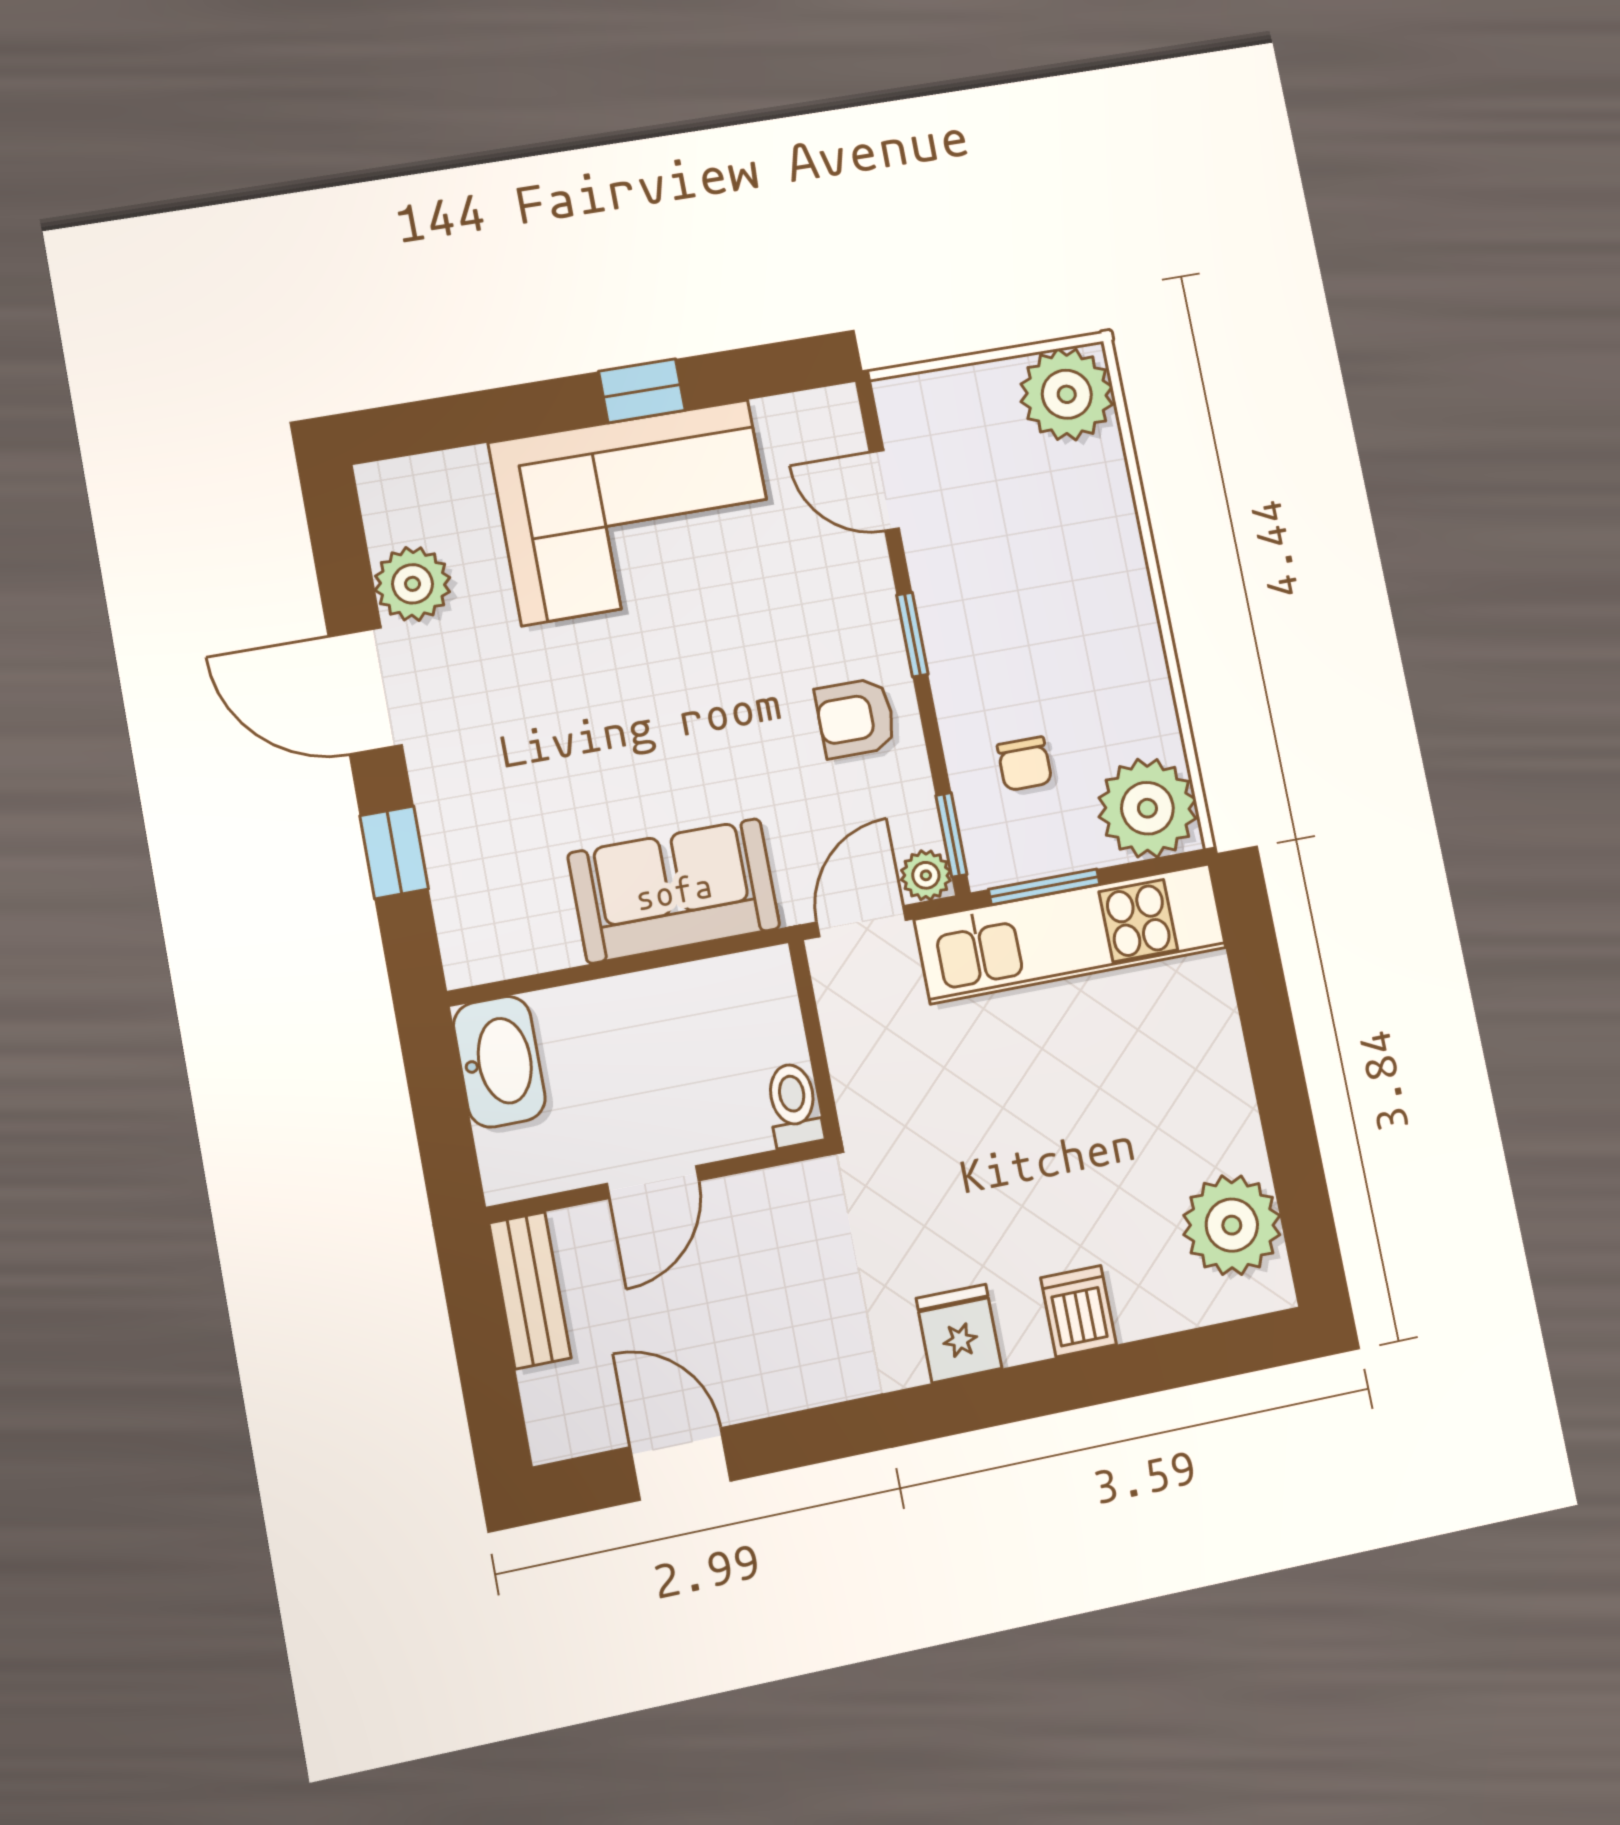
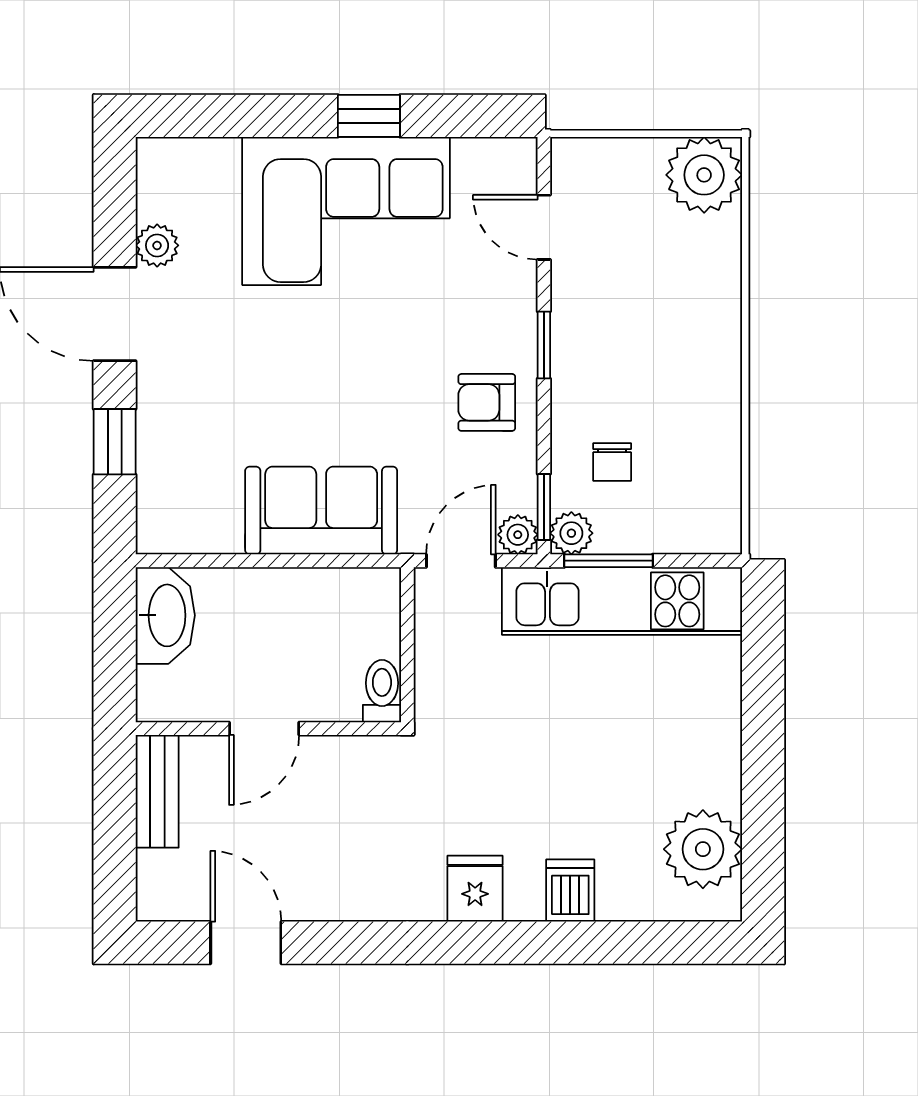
plant: (413, 584) -> (157, 245), width x0.73, depth x0.73
plant: (1147, 808) -> (571, 533), moved, width x0.53, depth x0.53

